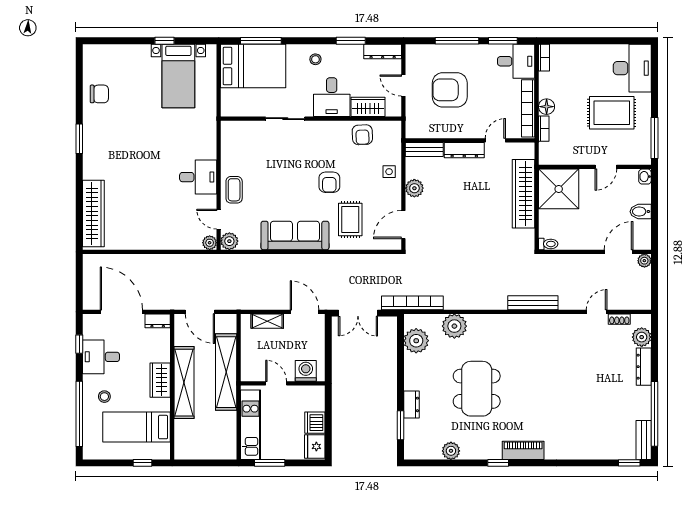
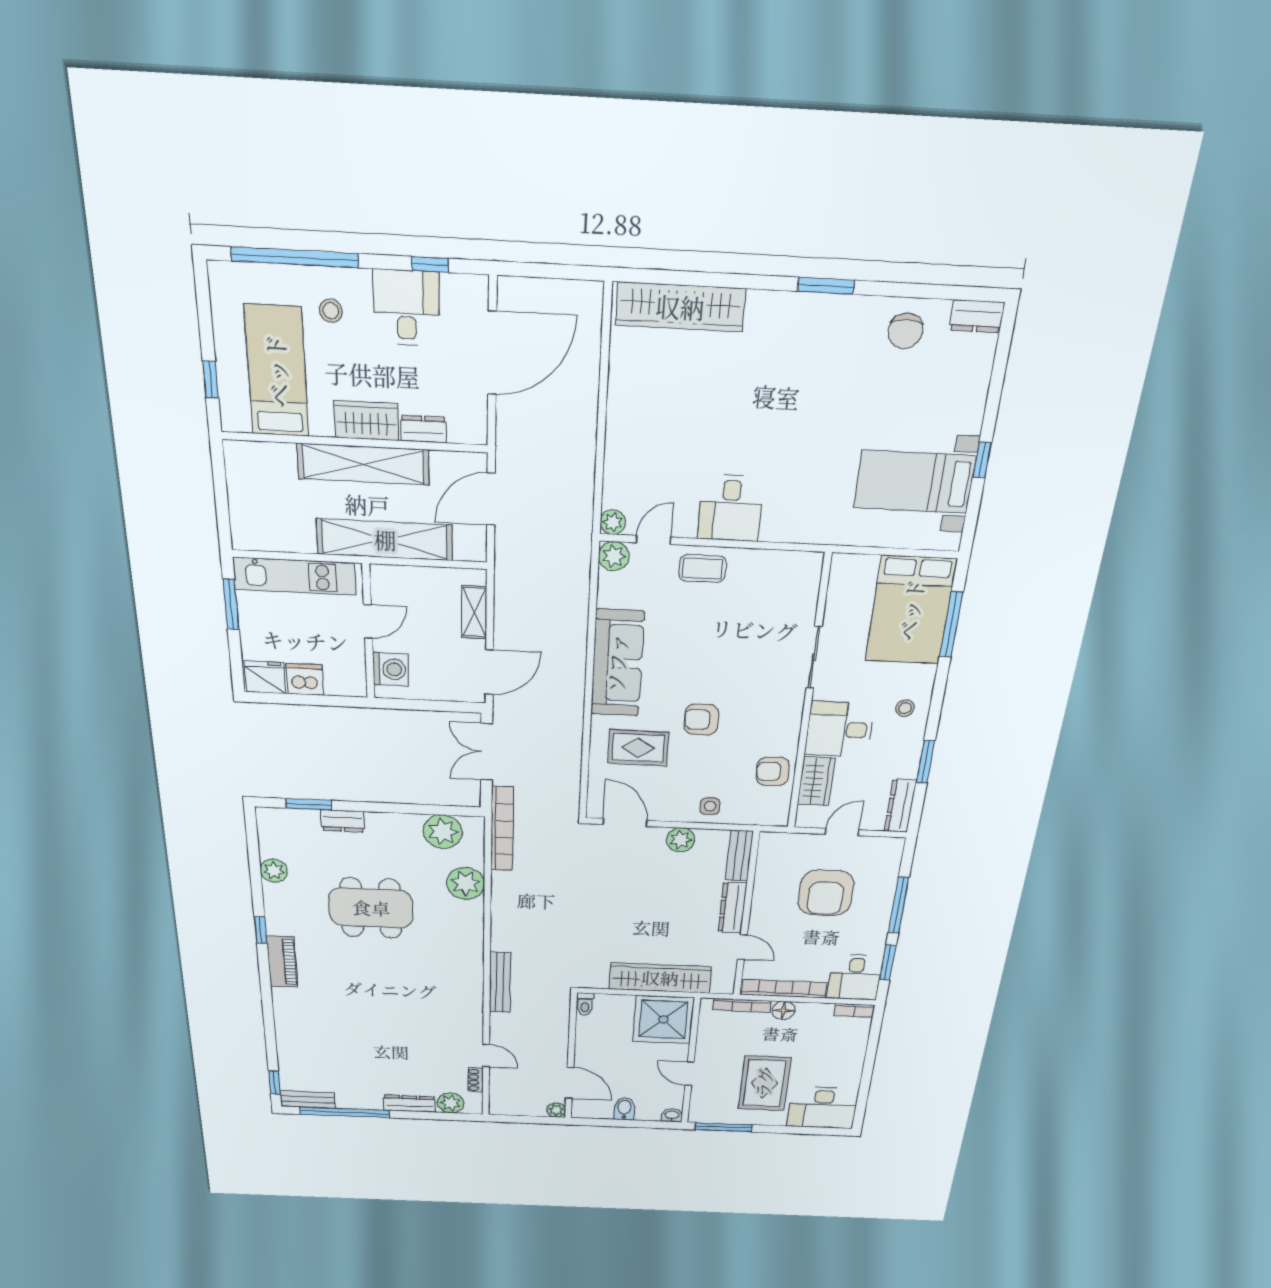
dresser: (90, 58) -> (977, 316), added
armchair: (450, 90) -> (826, 893), turned 180
bookcase: (544, 129) -> (742, 1005), width x1.56
dresser: (158, 321) -> (423, 429), moved, turned 90

